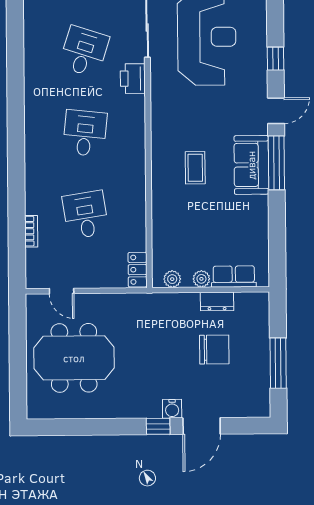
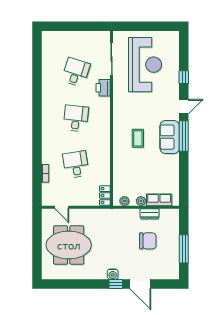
water cooler: (172, 409) -> (113, 274), moved
door: (202, 426) -> (140, 284), hinge flipped

